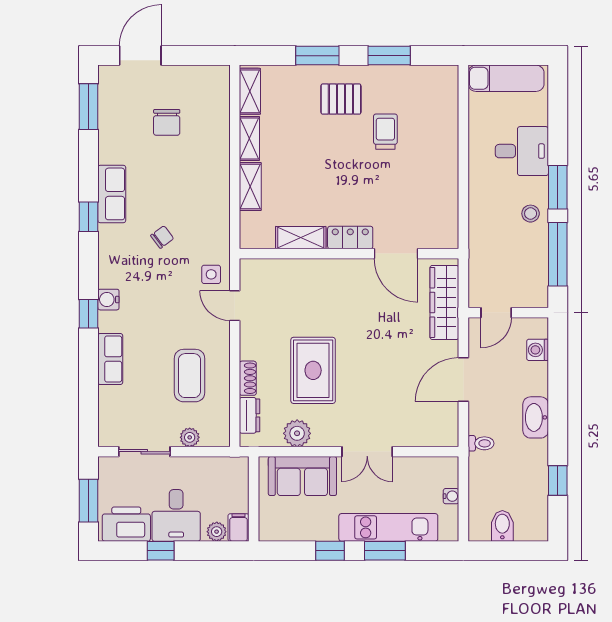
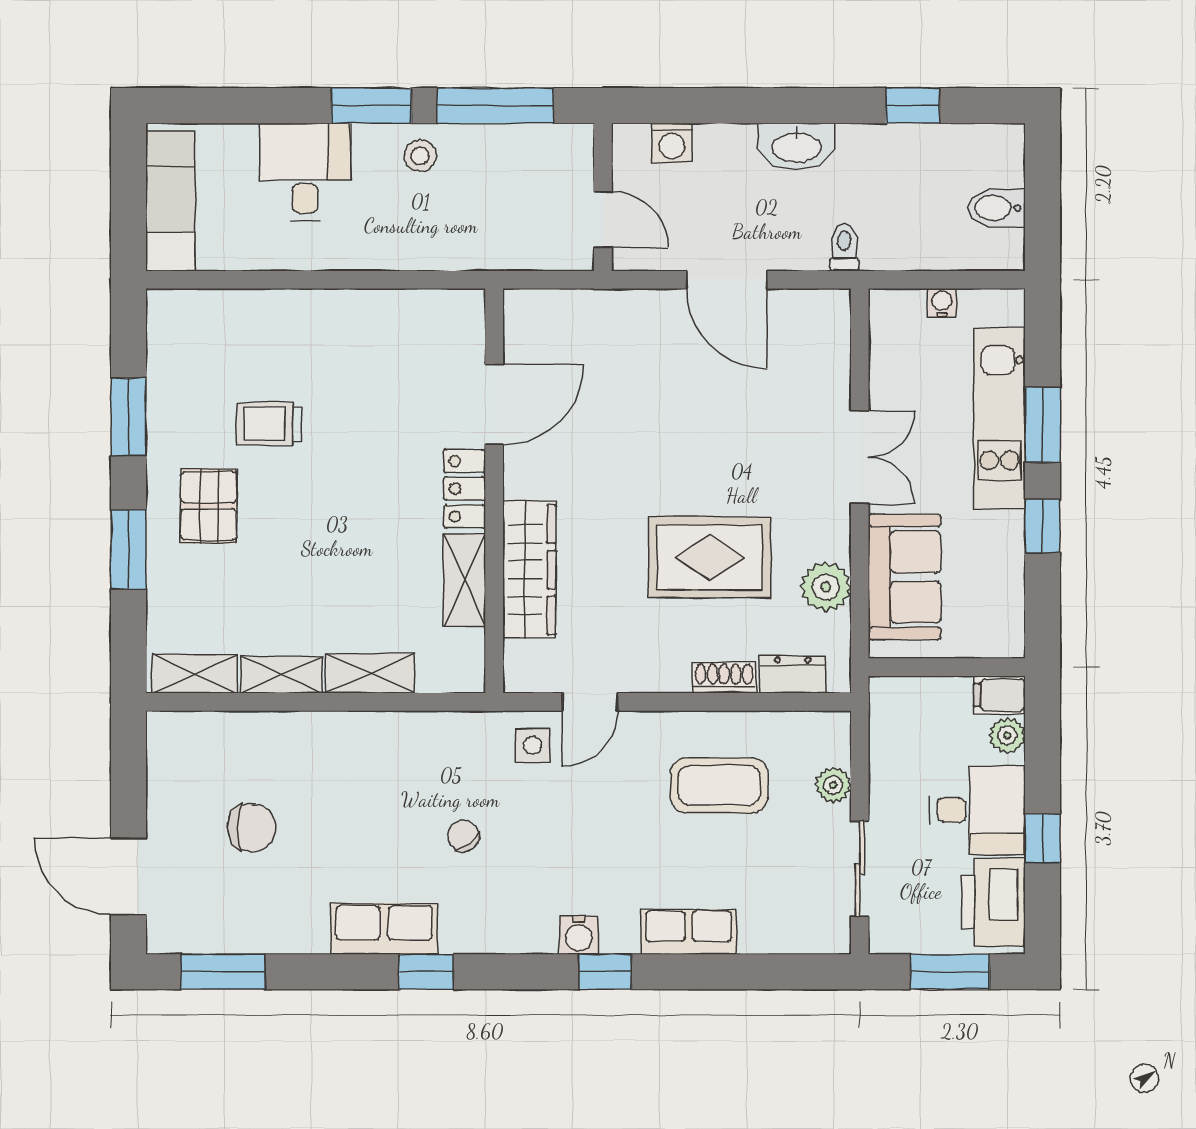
wardrobe: (444, 302) -> (529, 570), moved, turned -90

